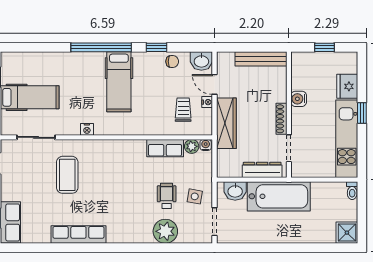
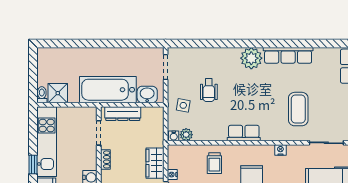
trolley: (183, 110) -> (214, 163), moved
shoe rack: (281, 119) -> (105, 159), width x0.70
wardrobe: (226, 123) -> (155, 163), width x0.67
row of seats: (165, 148) -> (244, 133), moved
side table: (195, 196) -> (183, 105), moved
plant: (165, 231) -> (251, 58), moved
shower: (347, 233) -> (58, 93), moved

